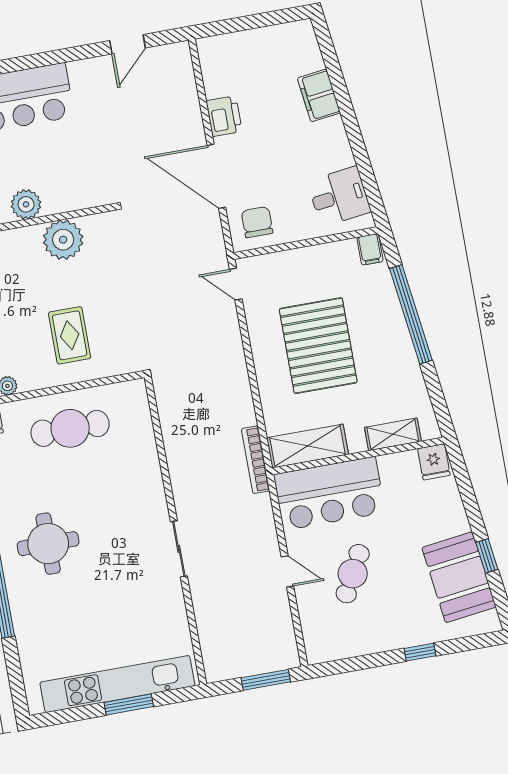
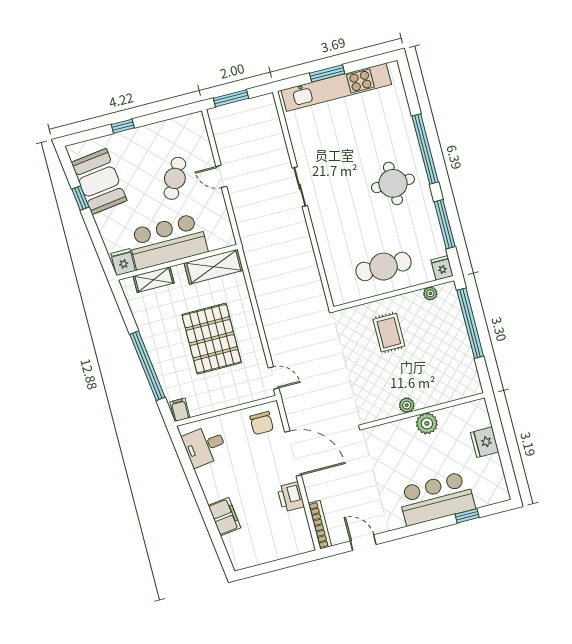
door: (127, 44) -> (363, 543), hinge flipped
plant: (63, 240) -> (407, 405), width x0.53, depth x0.53
bookcase: (256, 460) -> (320, 525), moved
bar counter: (329, 493) -> (168, 241), moved

